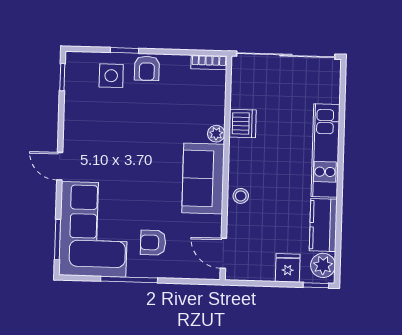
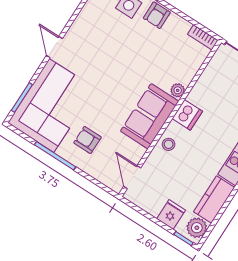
dishwasher: (243, 123) -> (187, 115), moved

